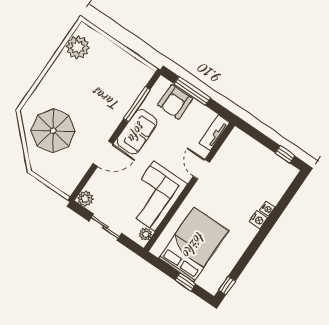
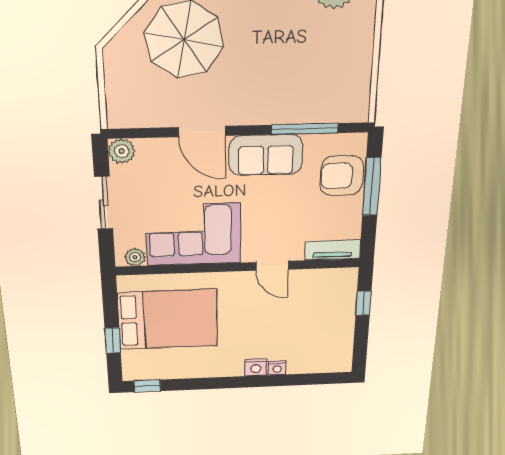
window: (285, 154) -> (363, 303), moved
door: (201, 169) -> (272, 266), swing flipped

